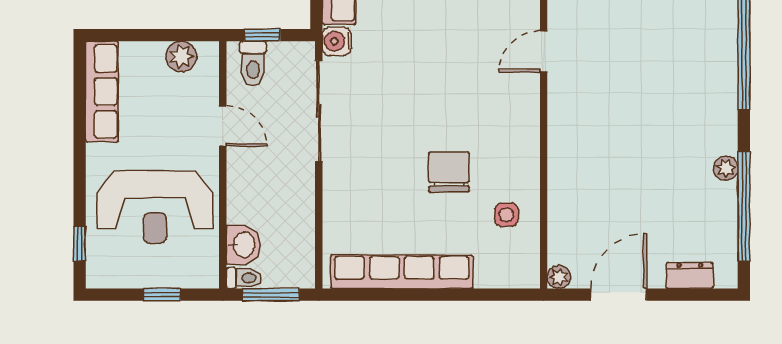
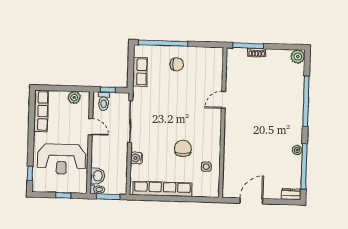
water cooler: (337, 41) -> (136, 158), moved
dresser: (690, 276) -> (291, 194), moved
plant: (559, 277) -> (227, 193), removed

